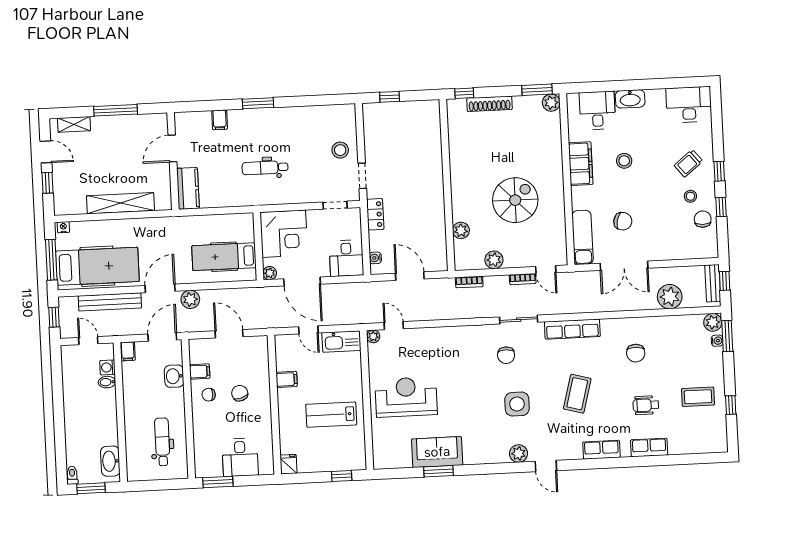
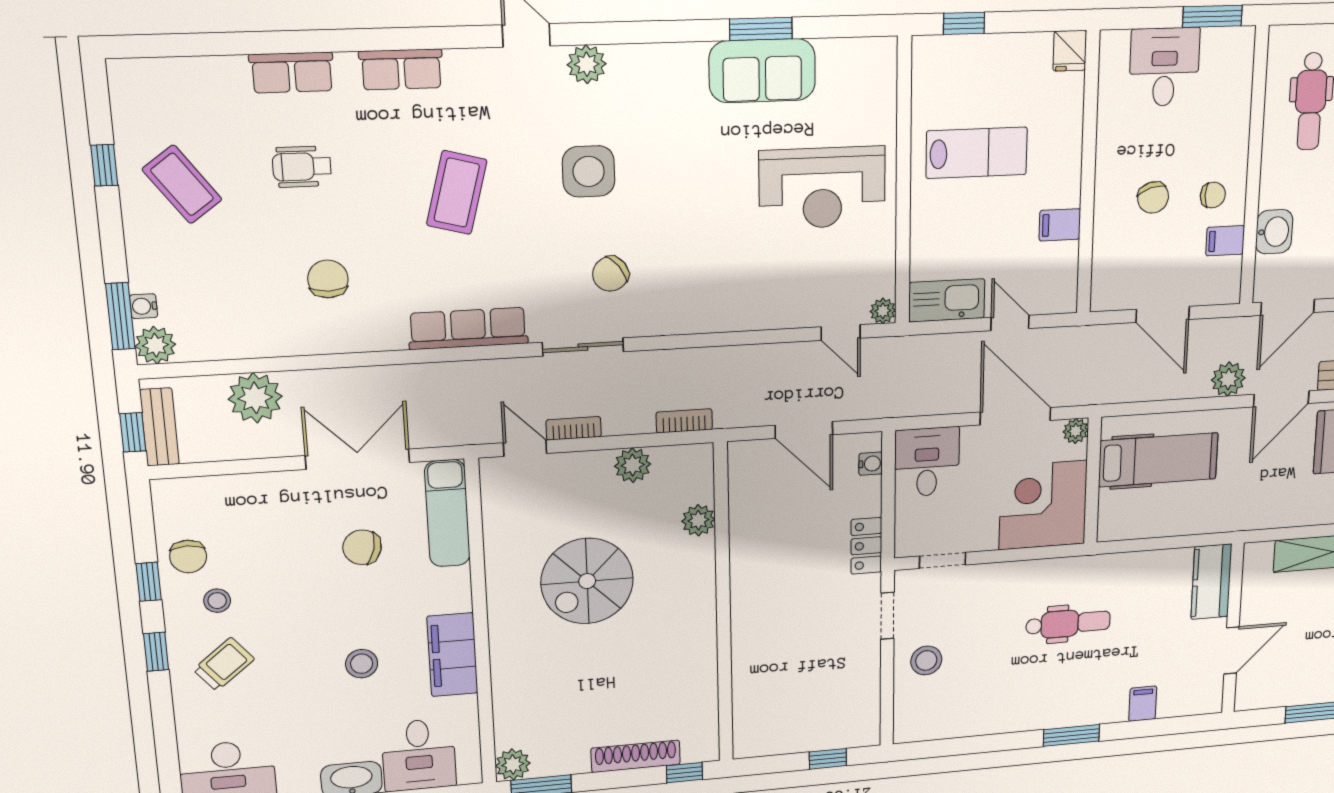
chair: (506, 355) -> (611, 274), turned -127
coffee table: (698, 397) -> (182, 184), turned 54
wheelchair: (646, 405) -> (302, 167), turned 180

